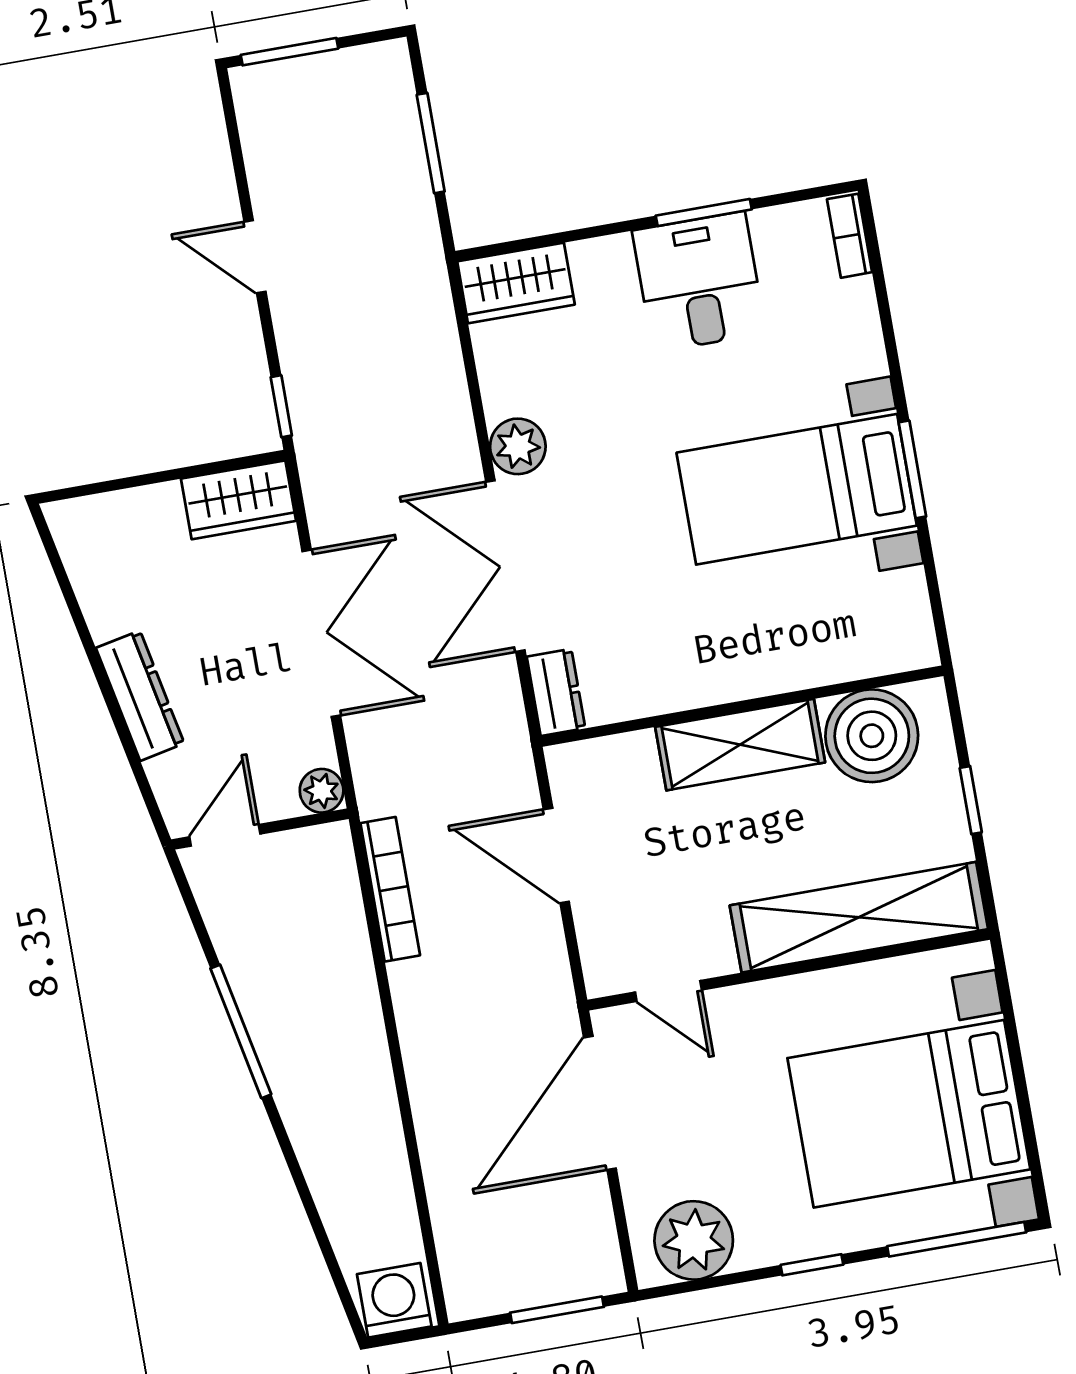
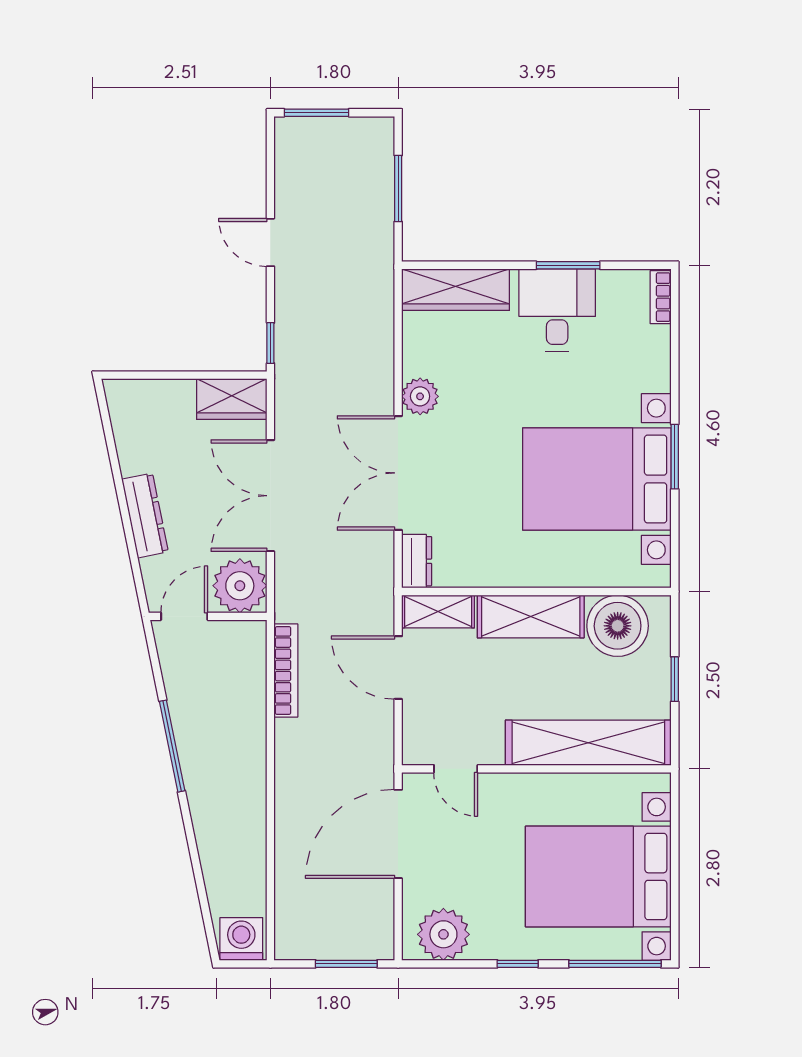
wardrobe: (516, 283) -> (456, 290), width x1.50
bed with nightstands: (797, 489) -> (597, 479), width x1.36
double door: (321, 633) -> (270, 496), swing flipped
shelving: (601, 762) -> (438, 611), added
plant: (322, 791) -> (240, 586), width x1.87, depth x1.87

